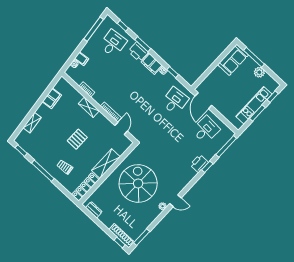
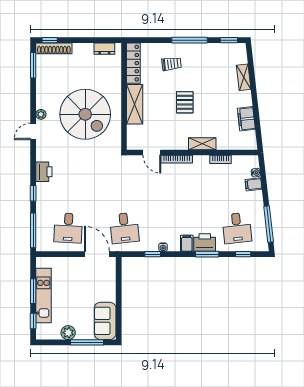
filing cabinet: (152, 64) -> (187, 243), width x0.50
printer: (199, 163) -> (44, 172), moved

